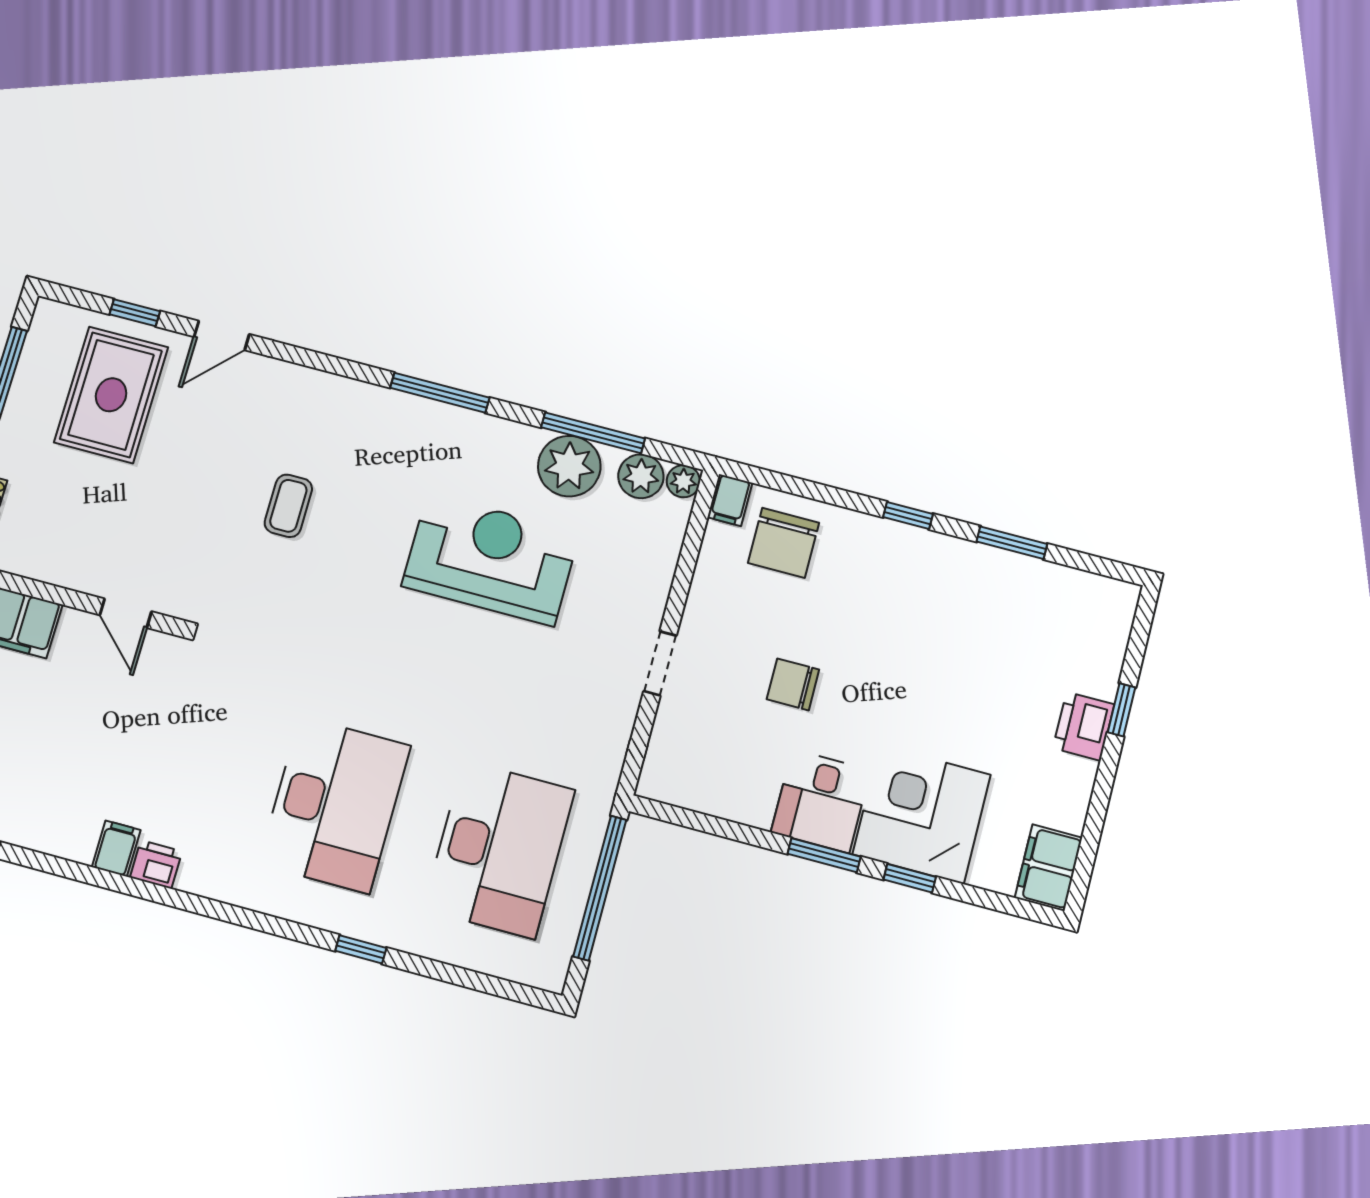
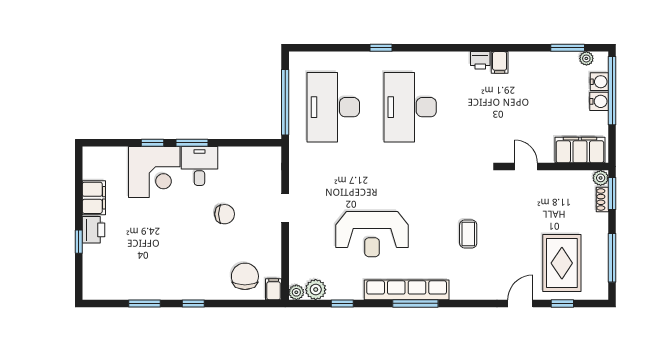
row of seats: (450, 425) -> (407, 290), added
window: (593, 433) -> (342, 303), width x0.46
plant: (569, 466) -> (349, 286), removed
filing cabinet: (1049, 868) -> (94, 198), moved

